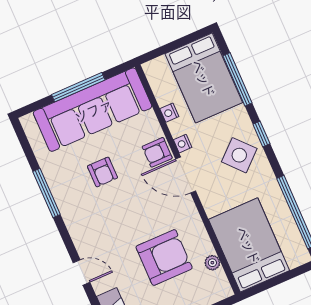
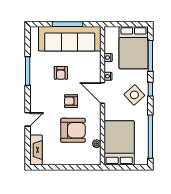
armchair: (157, 152) -> (71, 101), moved
door: (82, 273) -> (28, 119), hinge flipped

